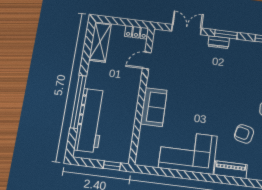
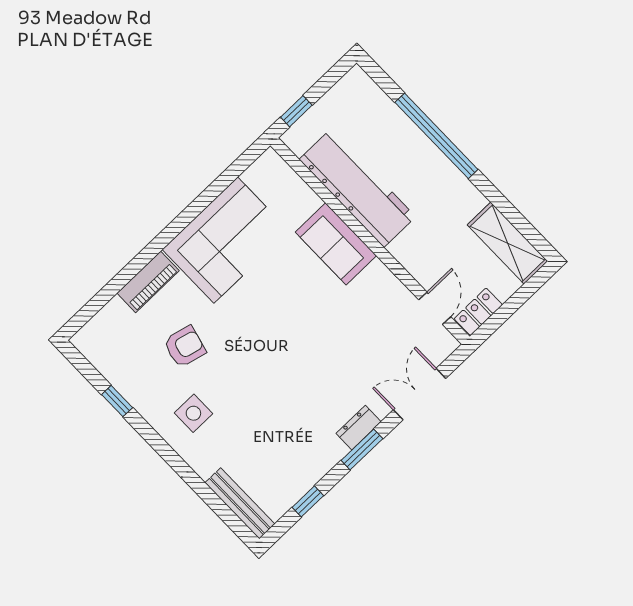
double door: (186, 30) -> (420, 394), swing flipped
door: (147, 60) -> (435, 308), moved
workbench: (90, 120) -> (357, 188), moved, turned 180

